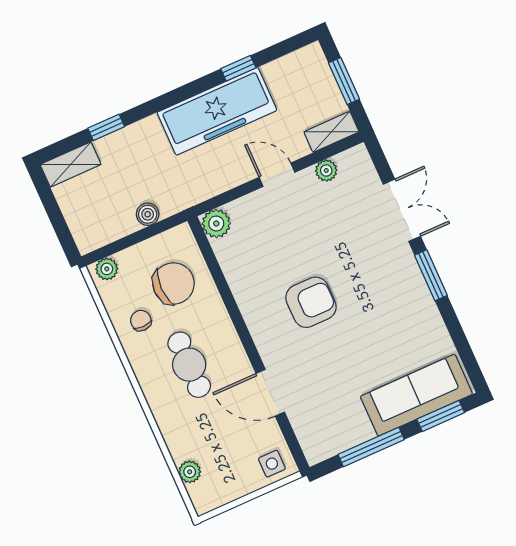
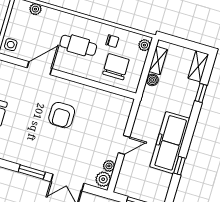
shelving: (331, 132) -> (158, 60), moved
plant: (216, 223) -> (103, 179), moved
chair: (173, 283) -> (116, 67), turned 180

